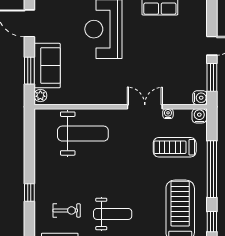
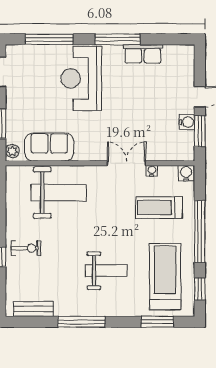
sofa: (47, 66) -> (49, 147), moved, turned -90
water cooler: (200, 98) -> (187, 122), moved
exercise bike: (67, 210) -> (26, 248), moved
weight bench: (113, 214) -> (106, 271), moved

